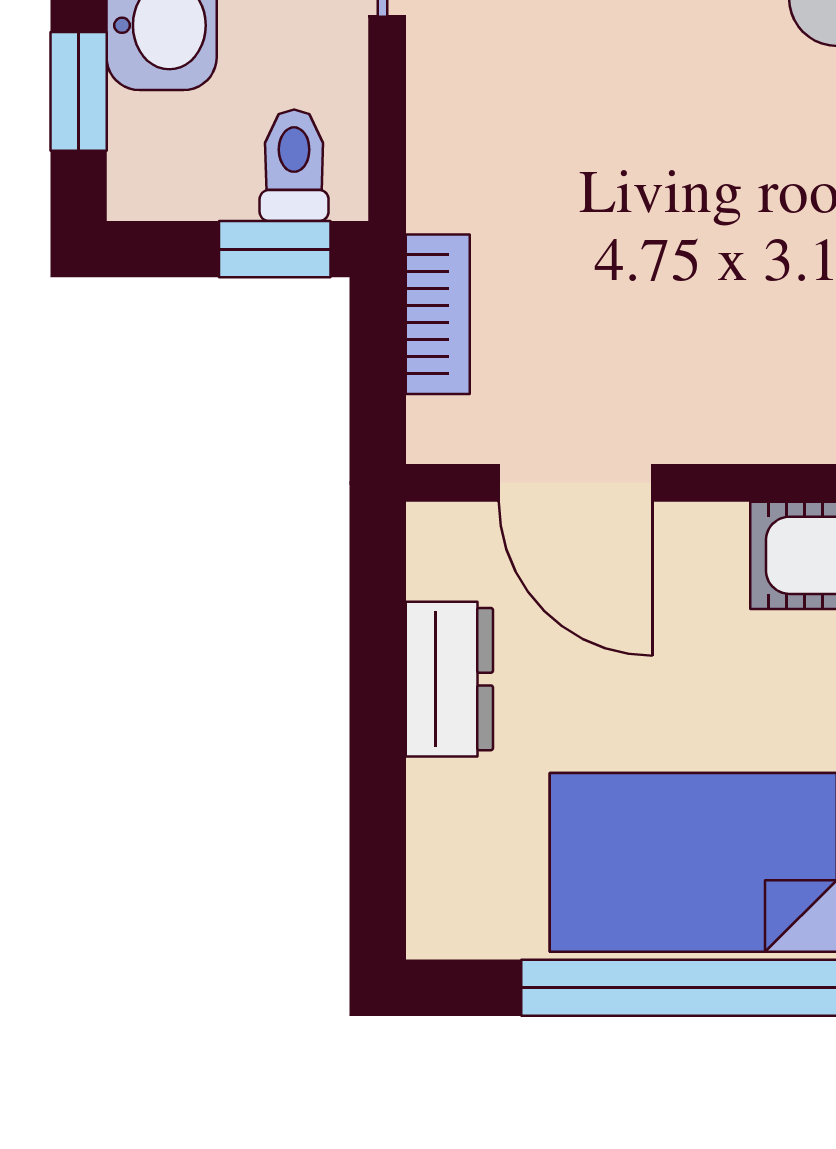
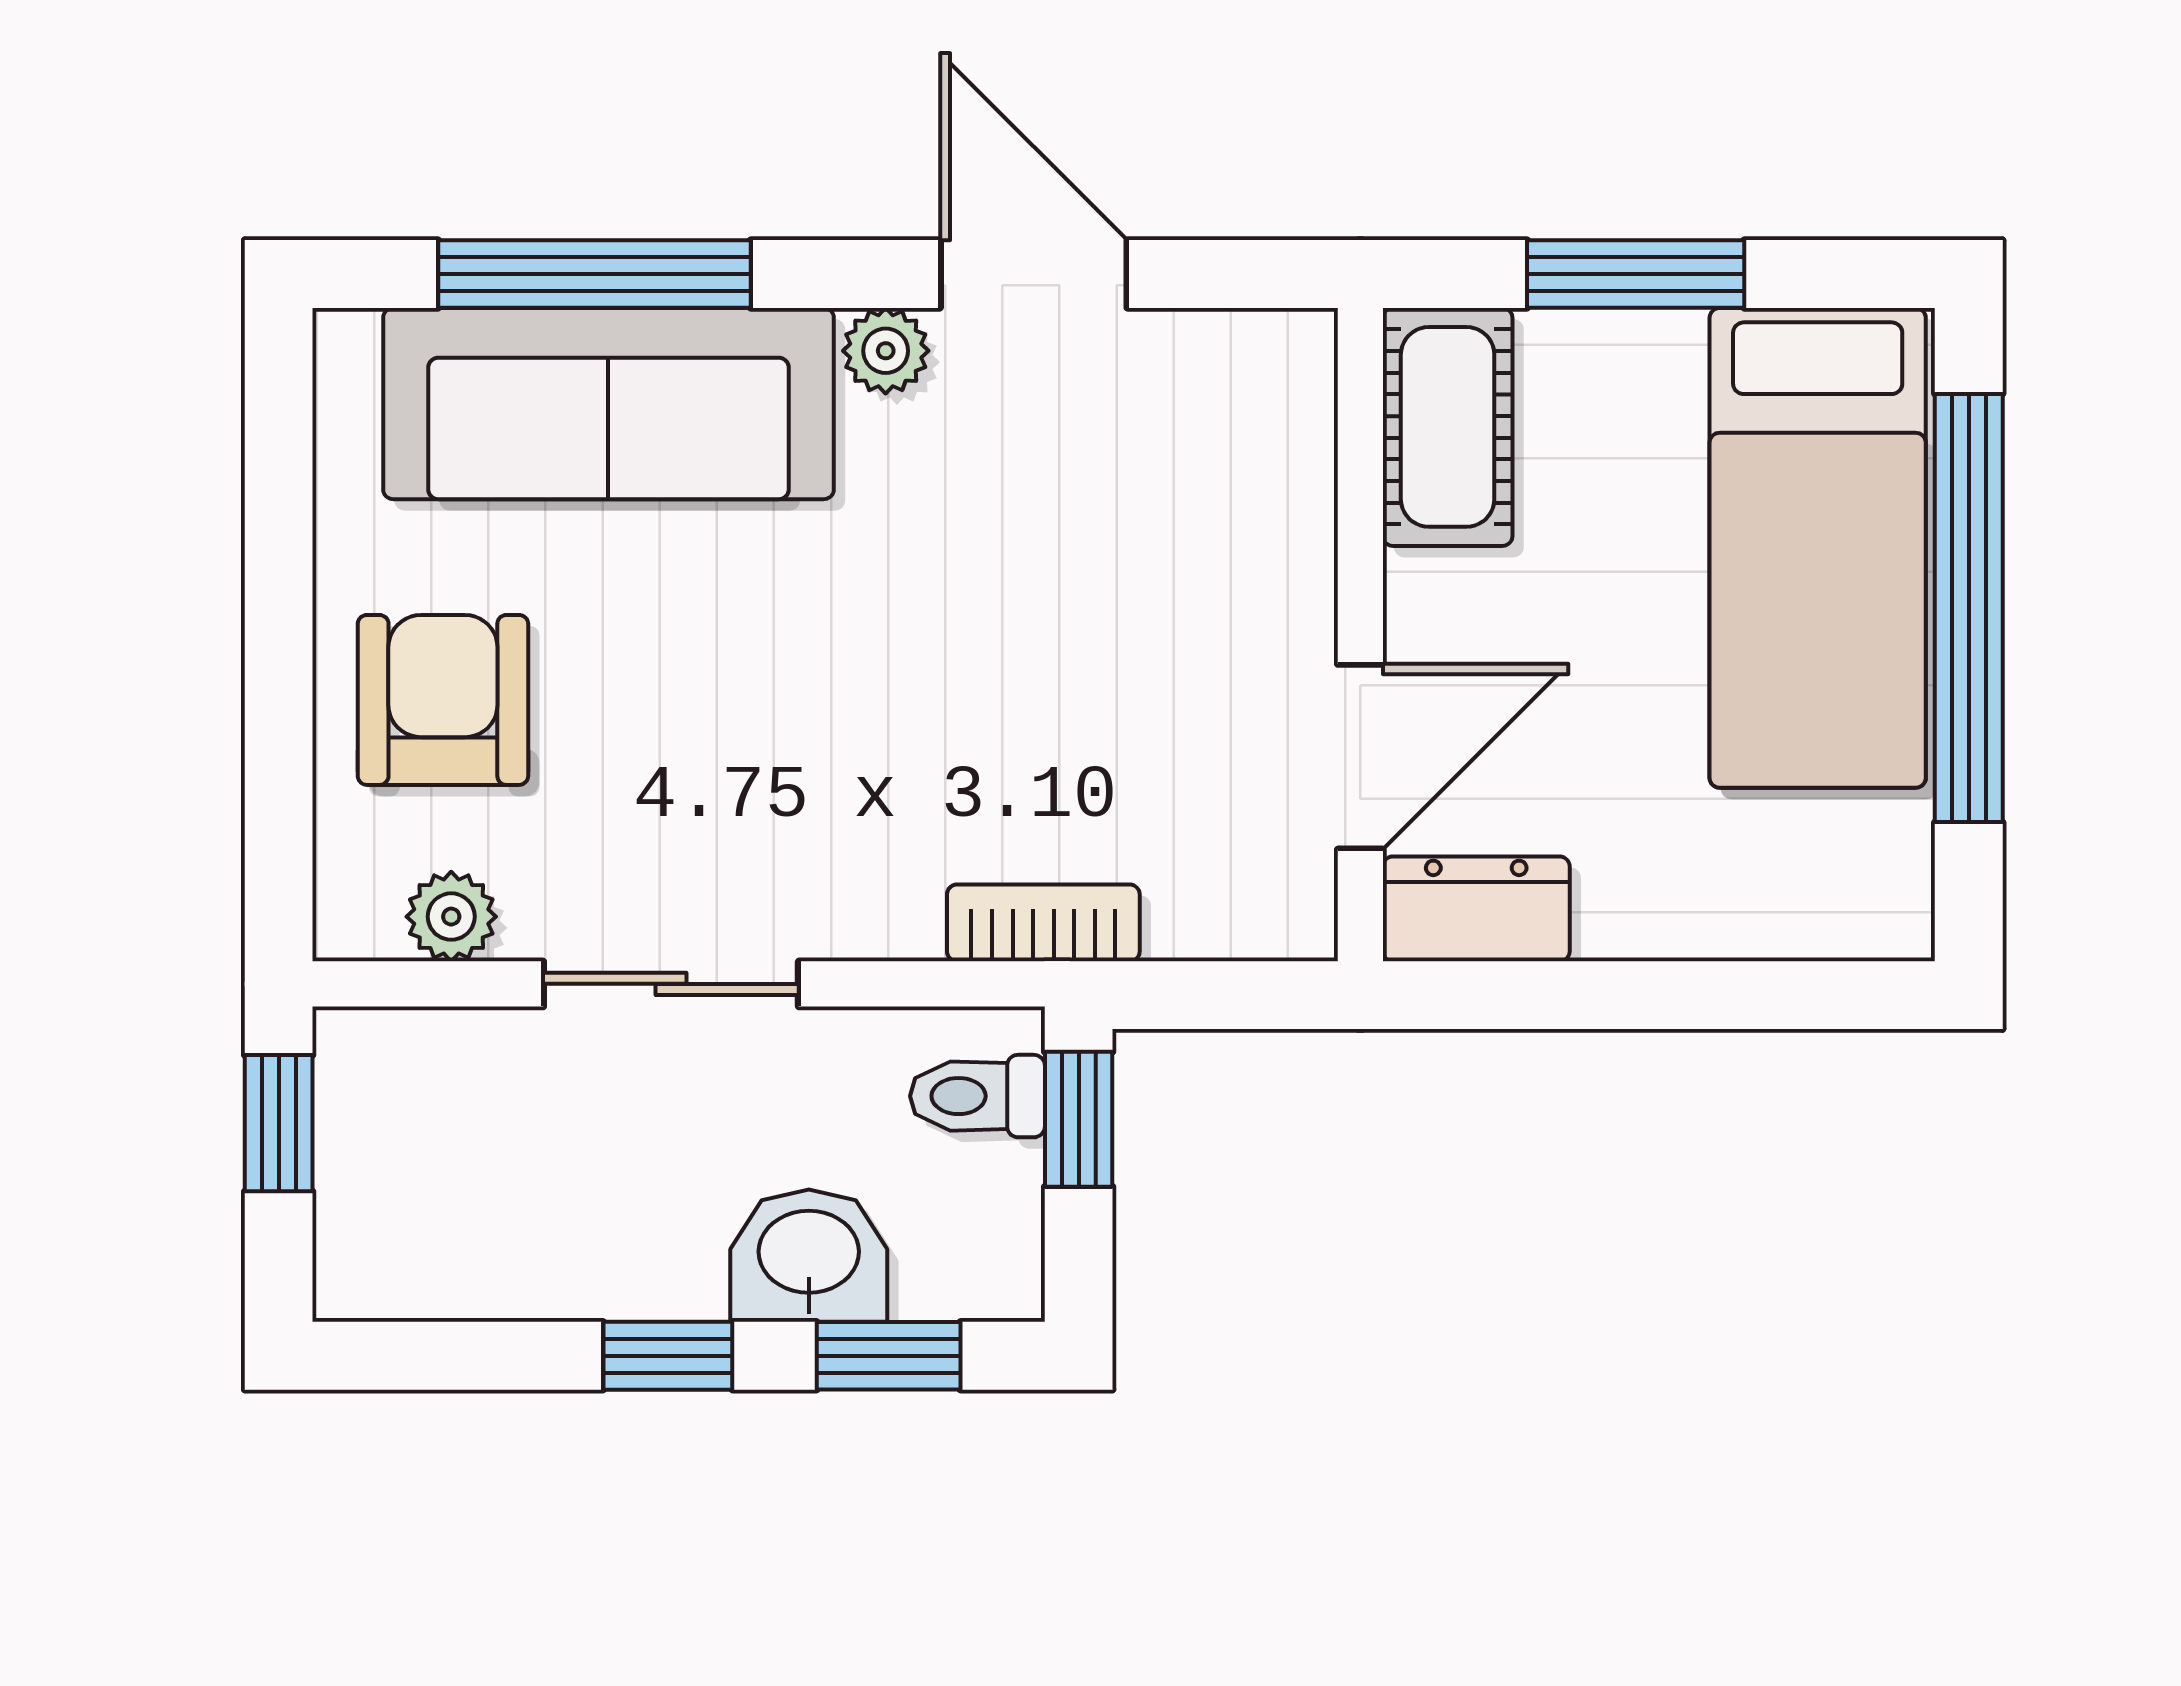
bookcase: (438, 314) -> (1043, 923), moved
dresser: (449, 679) -> (1476, 909), moved

